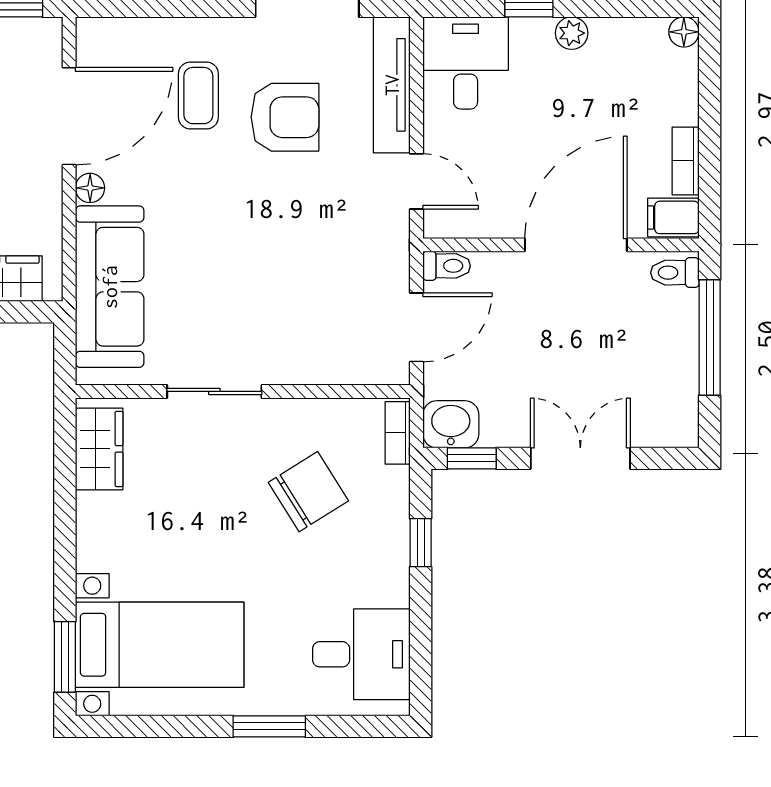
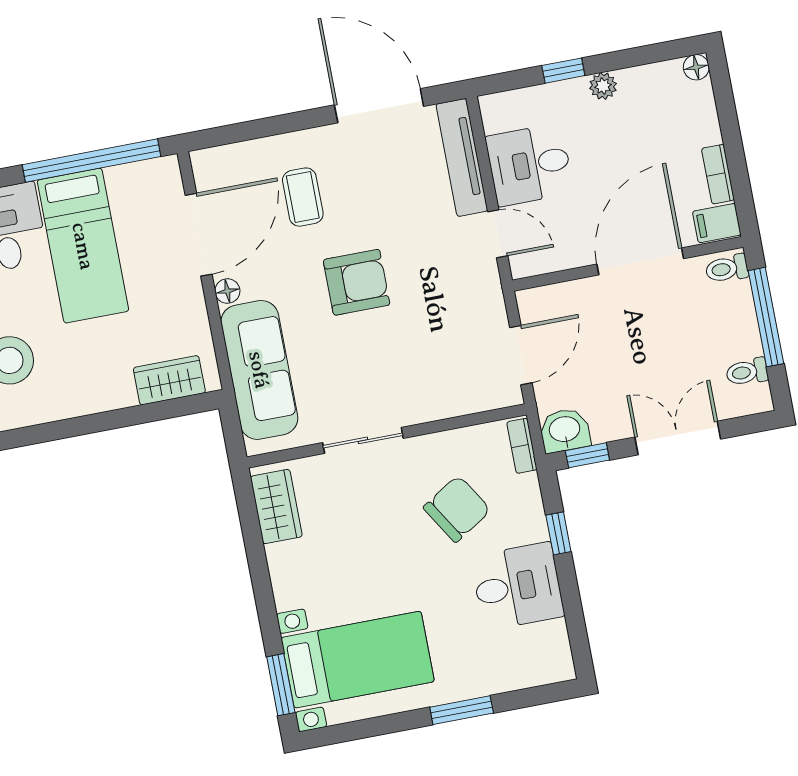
desk: (466, 63) -> (530, 165), moved, turned -90
armchair: (285, 117) -> (357, 282), moved
toilet: (447, 266) -> (747, 372), moved, turned 180
desk: (361, 654) -> (517, 586), moved

